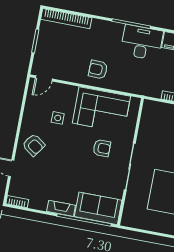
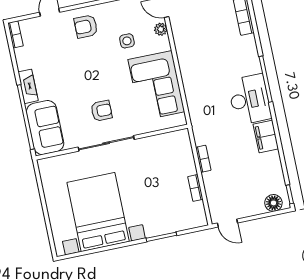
armchair: (98, 70) -> (199, 63), removed
plant: (60, 88) -> (161, 29), added
armchair: (34, 145) -> (86, 26), turned 55
armchair: (102, 148) -> (101, 111), moved, turned -90

